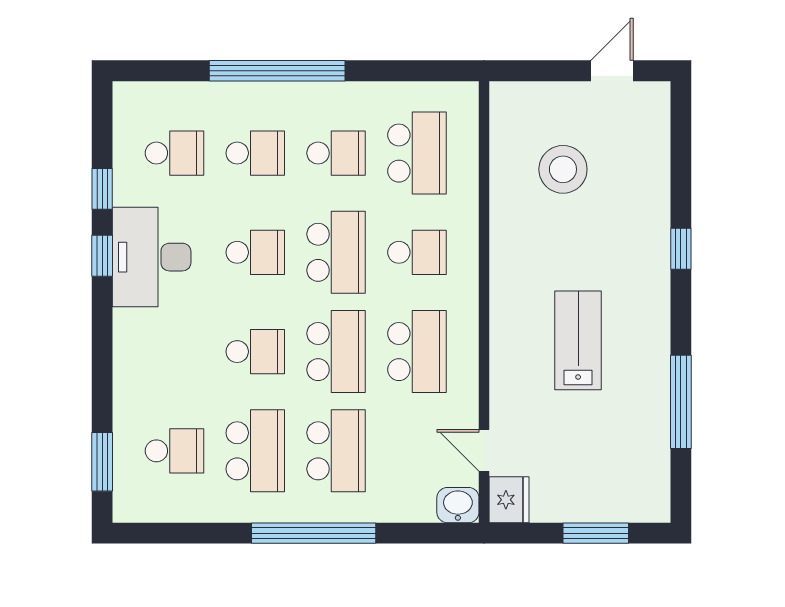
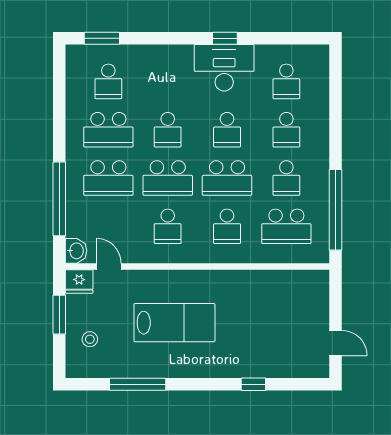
window: (277, 71) -> (336, 210), moved
stool: (563, 169) -> (90, 339), moved, width x0.53, depth x0.53
window: (102, 189) -> (265, 38), removed
window: (681, 249) -> (253, 384), moved
lab bench: (578, 340) -> (174, 323), width x1.36, depth x1.39
school desk: (417, 352) -> (168, 226), width x0.54
door: (484, 450) -> (109, 266), hinge flipped
window: (314, 533) -> (59, 199), moved
window: (596, 533) -> (59, 315), moved

